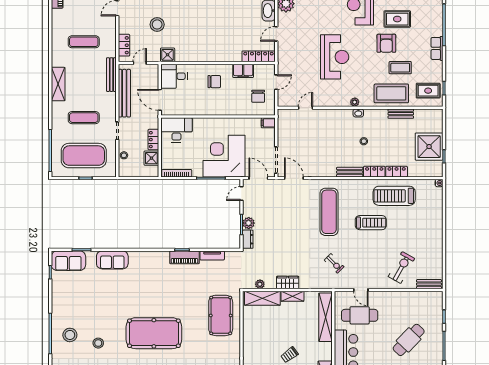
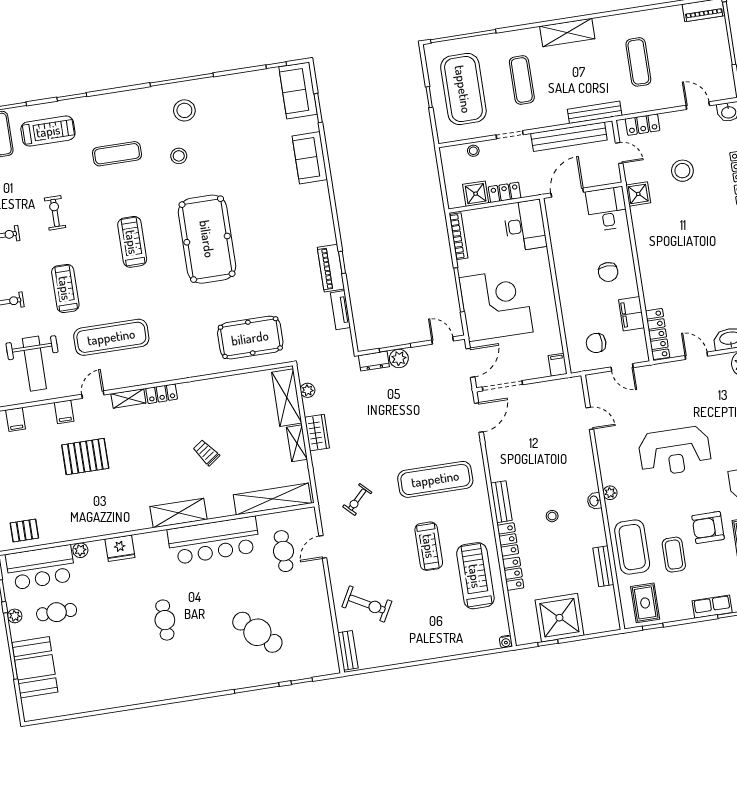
cafe table: (360, 315) -> (283, 551), width x0.73, depth x0.74

